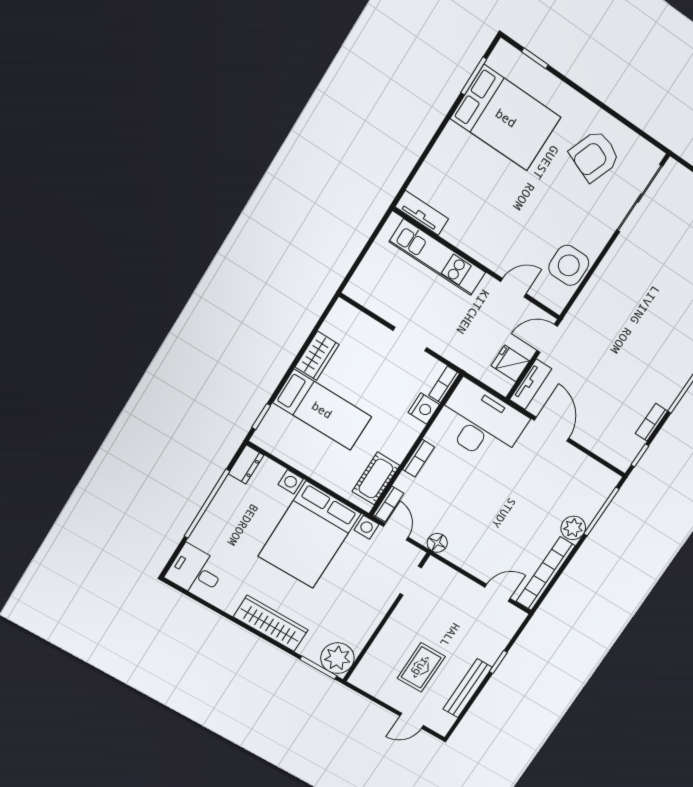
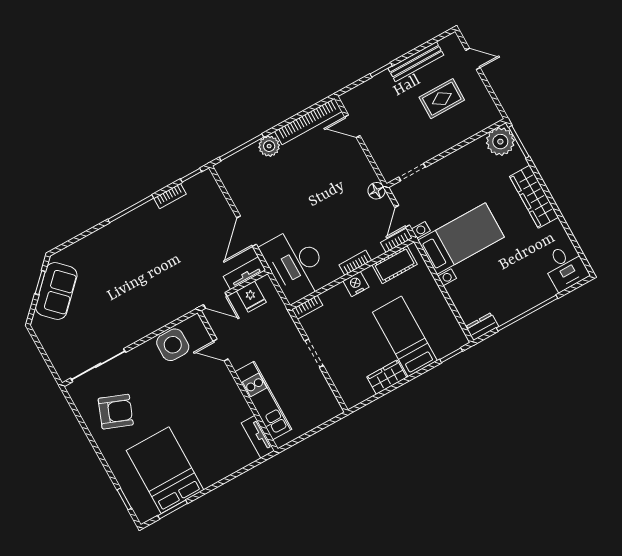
nightstand: (424, 409) -> (356, 284), moved
bed with nightstands: (309, 535) -> (461, 239), width x0.73

